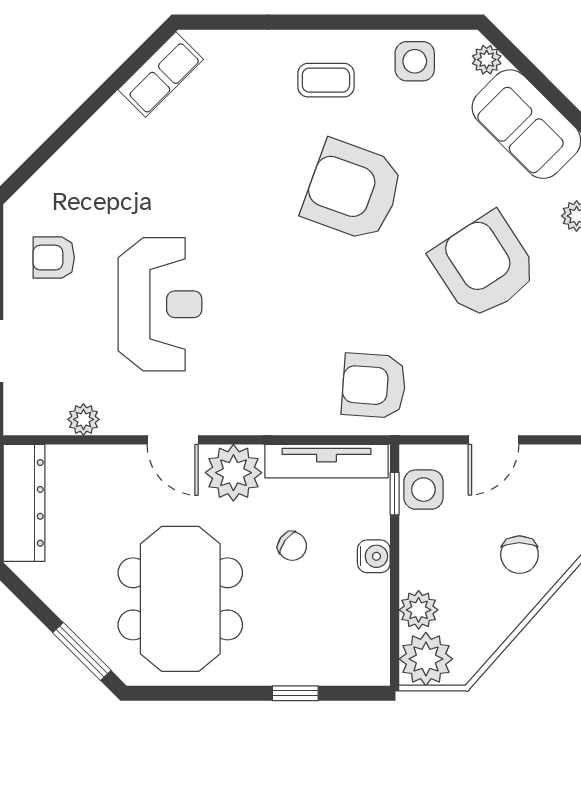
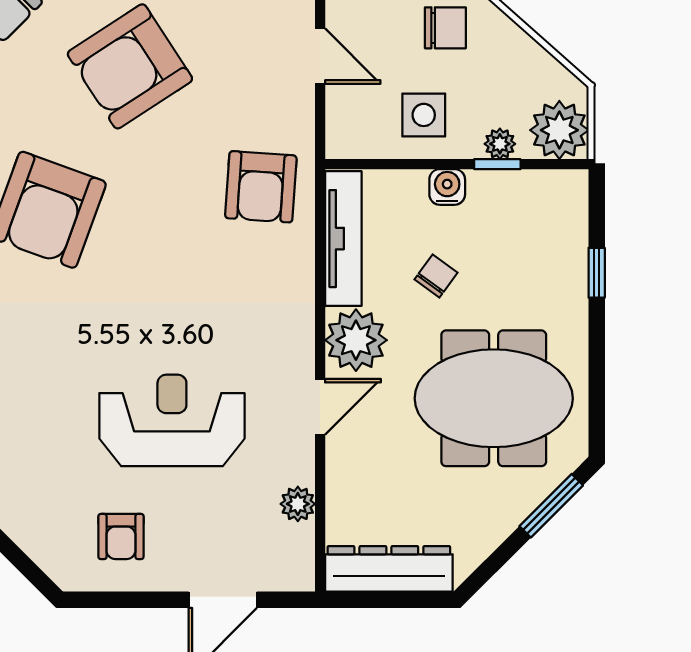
side table: (423, 490) -> (424, 115), moved
window: (395, 494) -> (497, 164), moved
plant: (419, 610) -> (500, 144), width x0.73, depth x0.73

